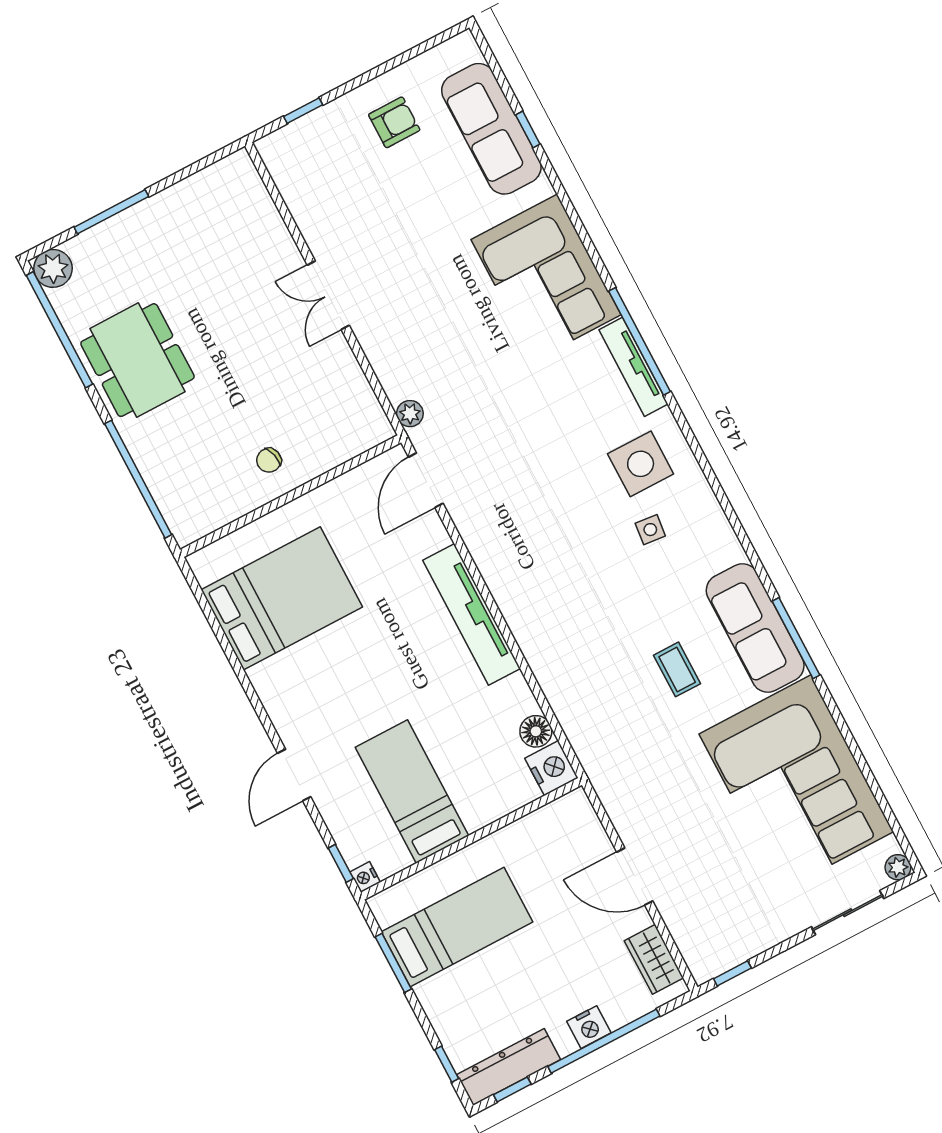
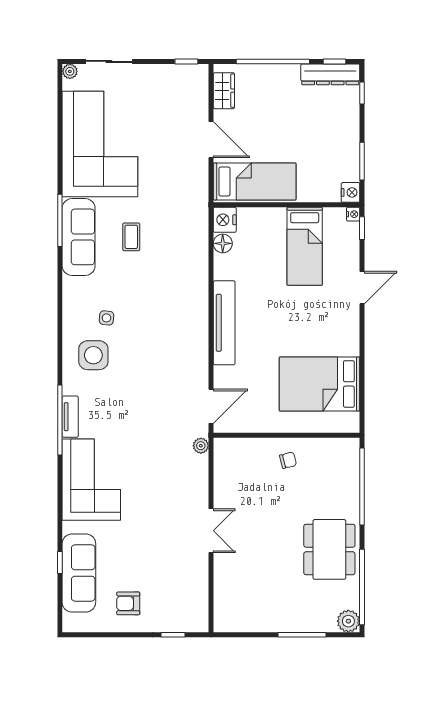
tv unit: (634, 367) -> (70, 417), width x0.71
bed: (457, 927) -> (255, 181), moved, turned 180
nightstand: (589, 1027) -> (351, 192), moved, turned 90

